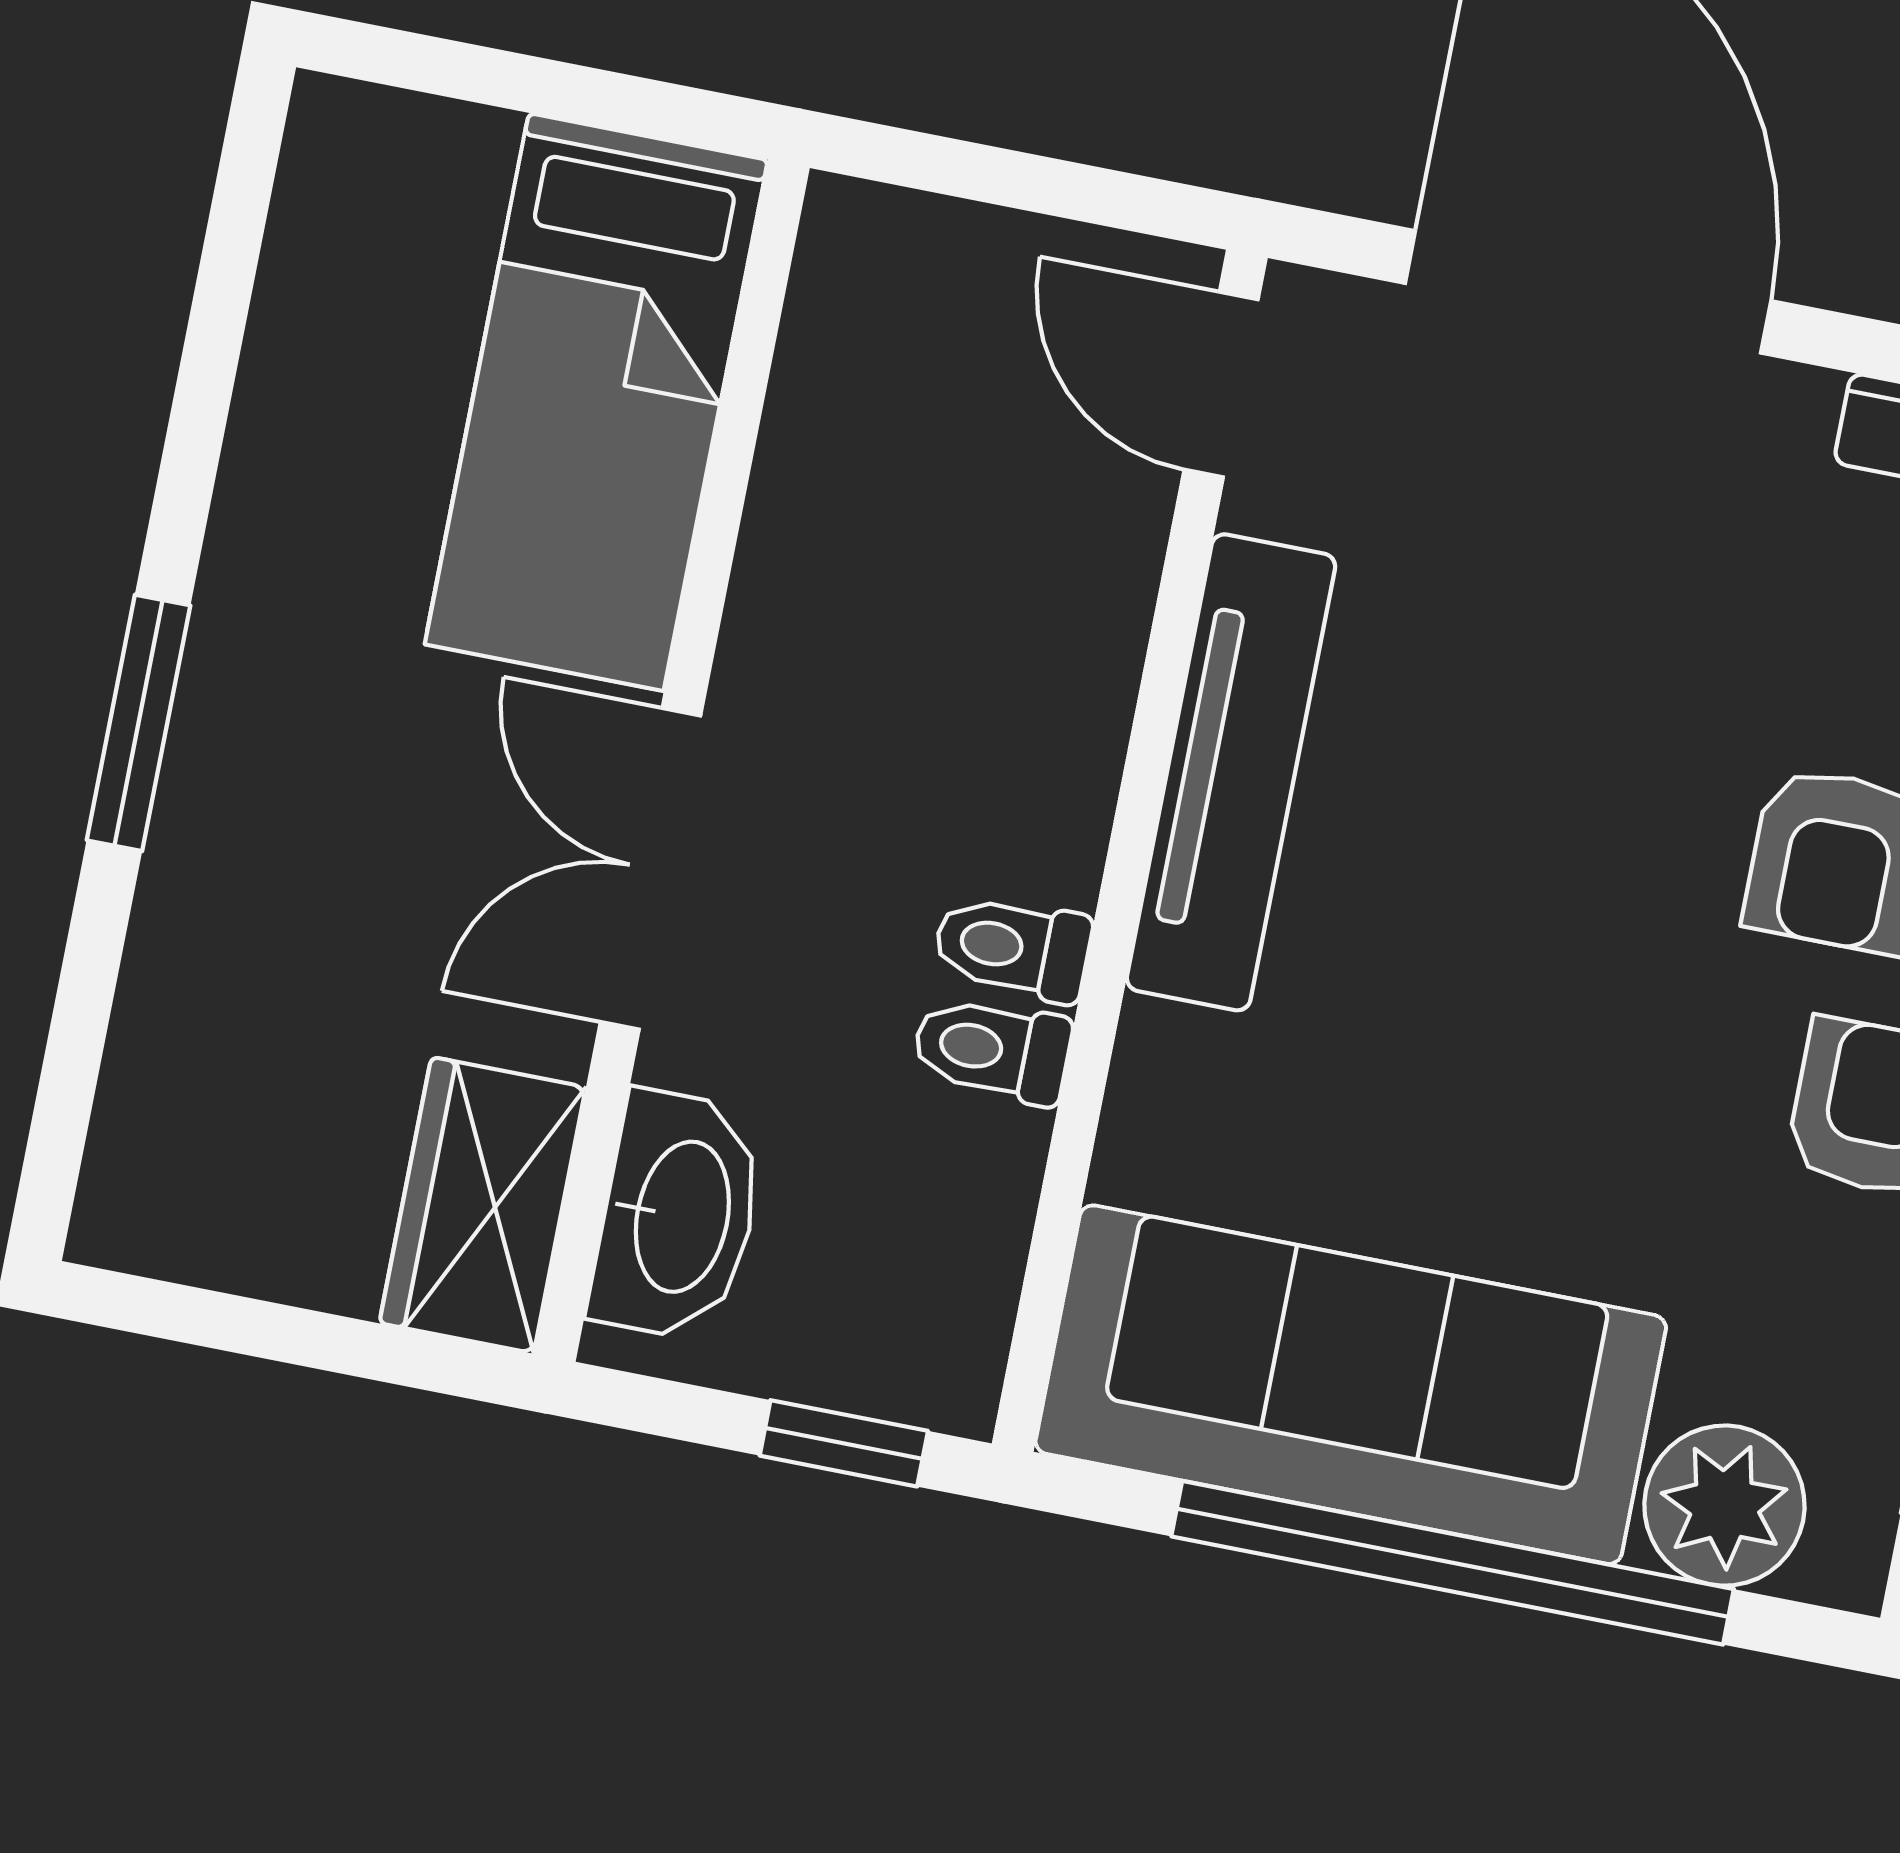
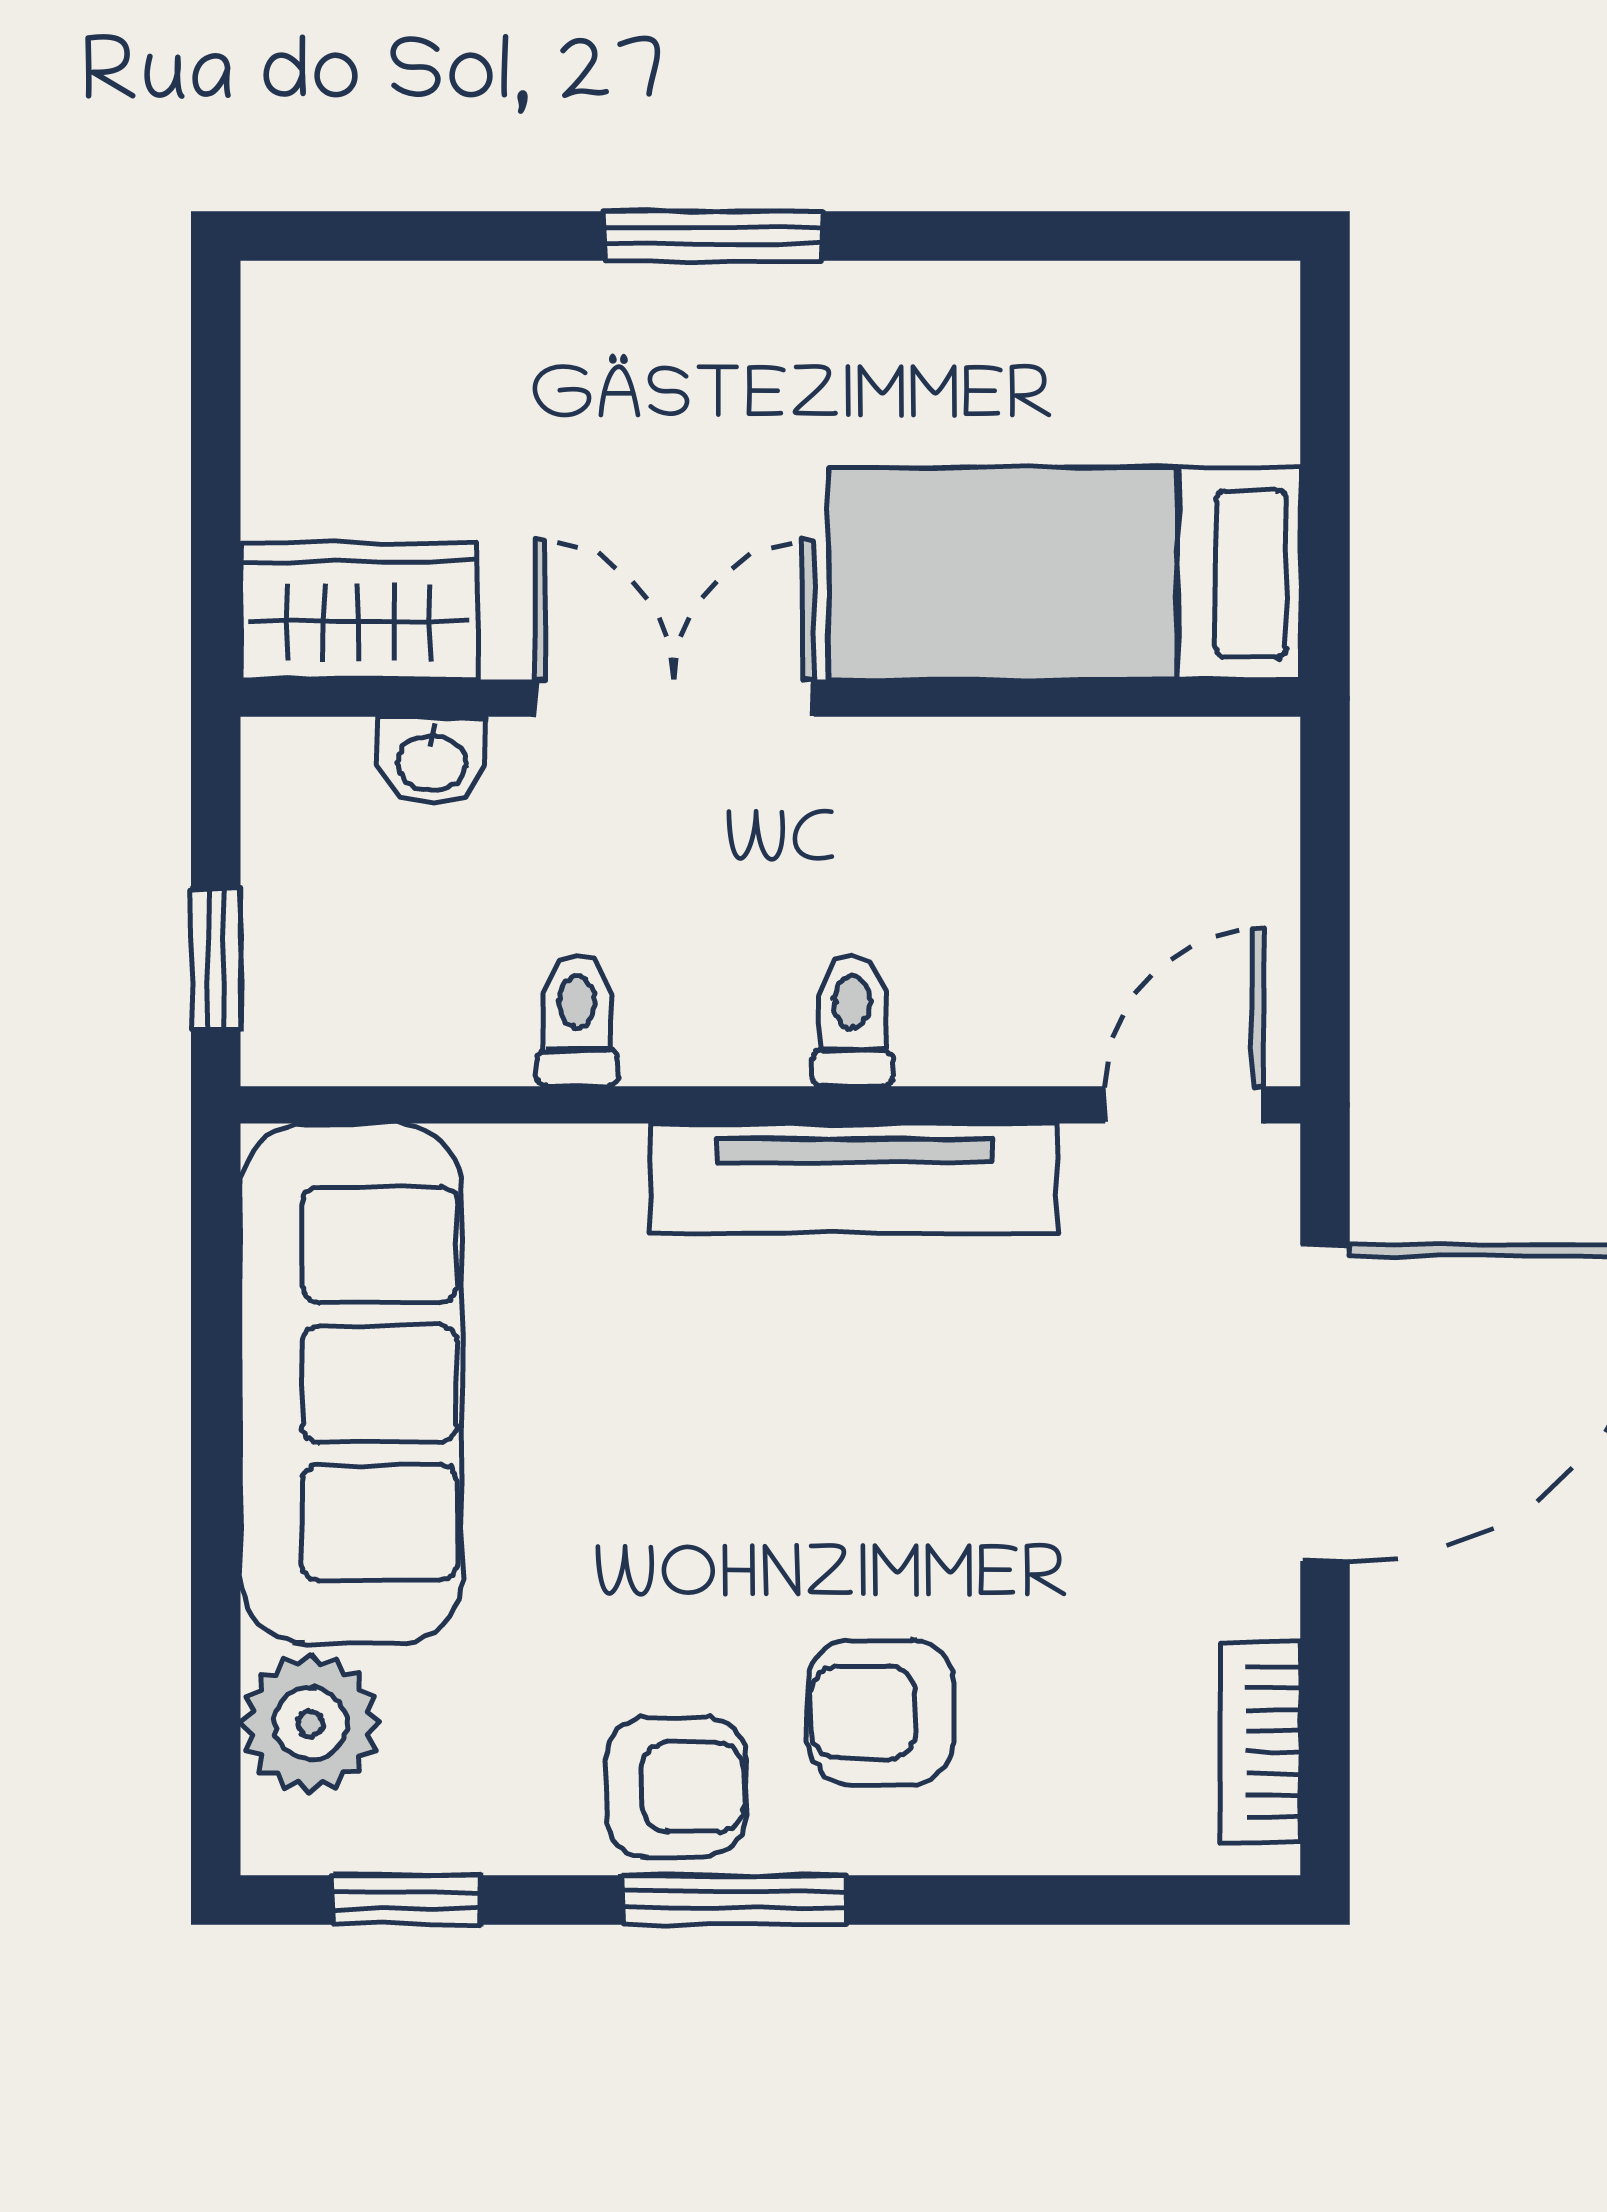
toilet: (1012, 948) -> (852, 1021), moved
washbasin: (678, 1216) -> (432, 760), width x0.52, depth x0.69
window: (1453, 1563) -> (216, 1500), removed

